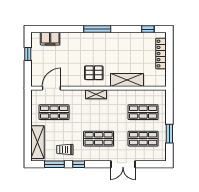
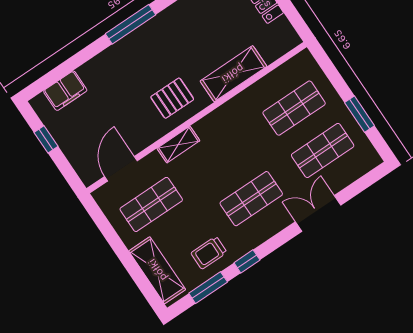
shelving: (96, 94) -> (178, 145), moved
double door: (123, 164) -> (318, 213), swing flipped

